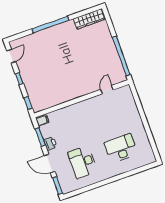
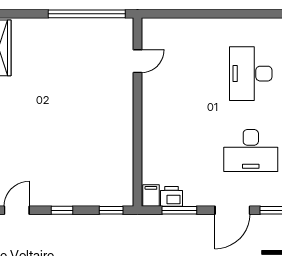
door: (11, 56) -> (17, 210), hinge flipped
door: (107, 90) -> (137, 61), swing flipped
printer: (50, 143) -> (172, 196), moved

